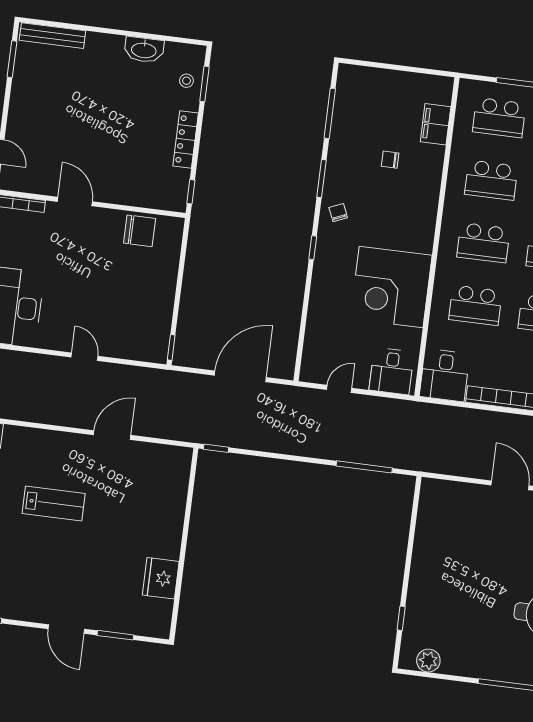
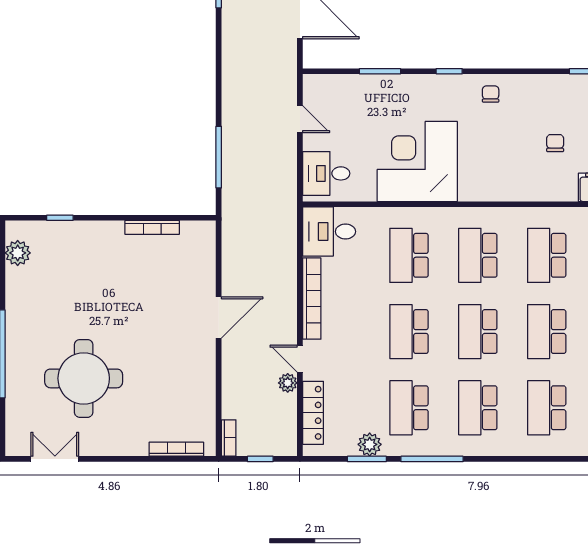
window: (321, 179) -> (380, 71), moved
chair: (338, 213) -> (491, 94), turned -67
bookcase: (421, 536) -> (152, 227), added

